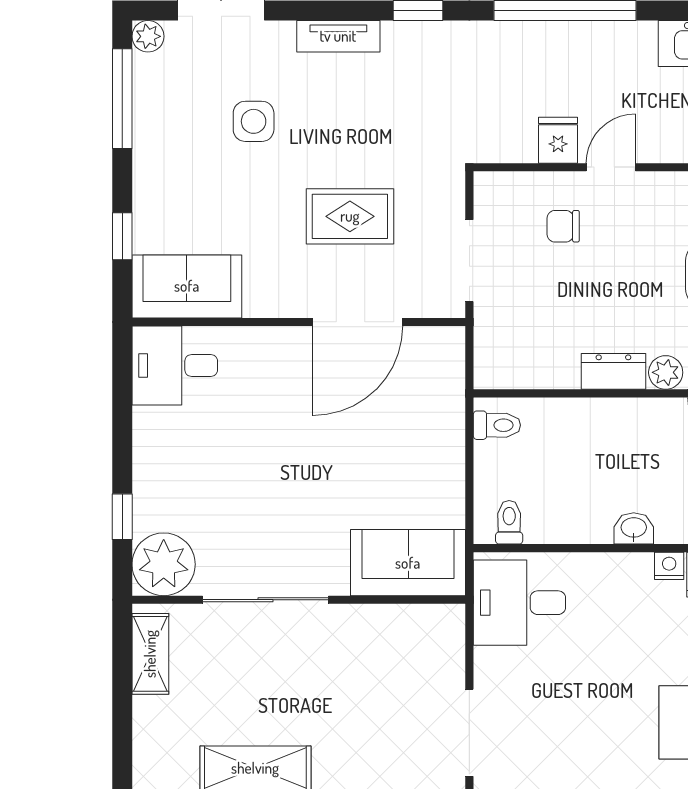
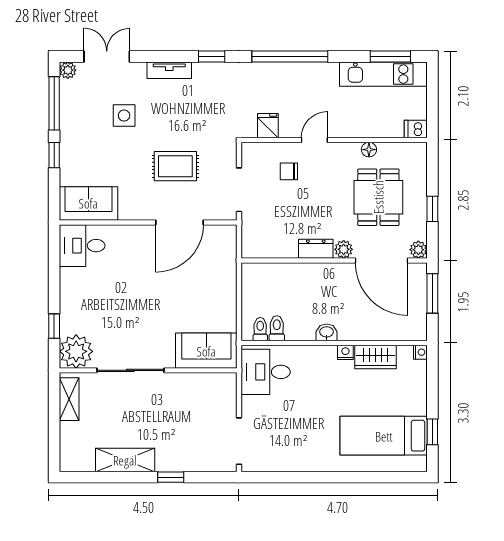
fridge: (558, 140) -> (268, 126), moved
window: (122, 236) -> (54, 155), moved
toilet: (497, 425) -> (277, 328), moved, turned -90

